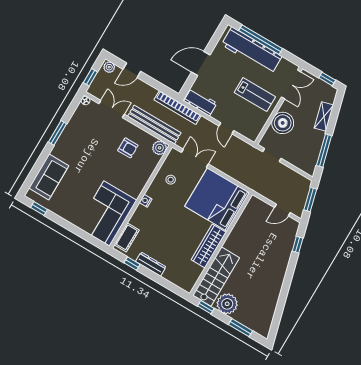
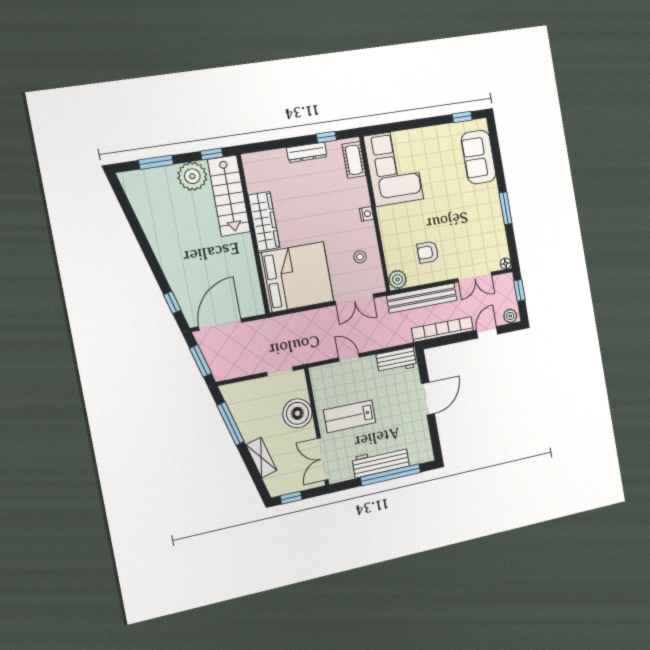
workbench: (252, 51) -> (381, 462), width x0.73, depth x0.76
bookcase: (178, 108) -> (443, 329), moved
door: (282, 210) -> (220, 325), width x1.87

